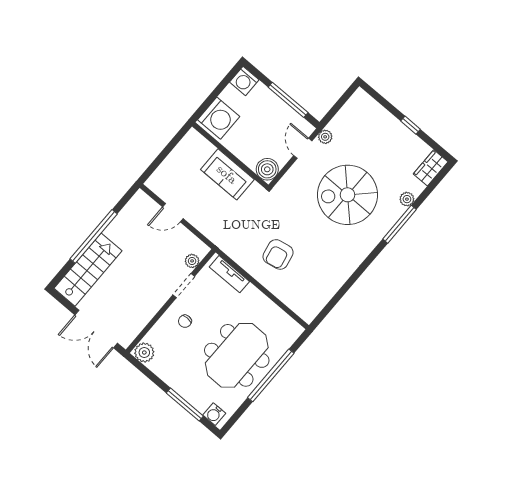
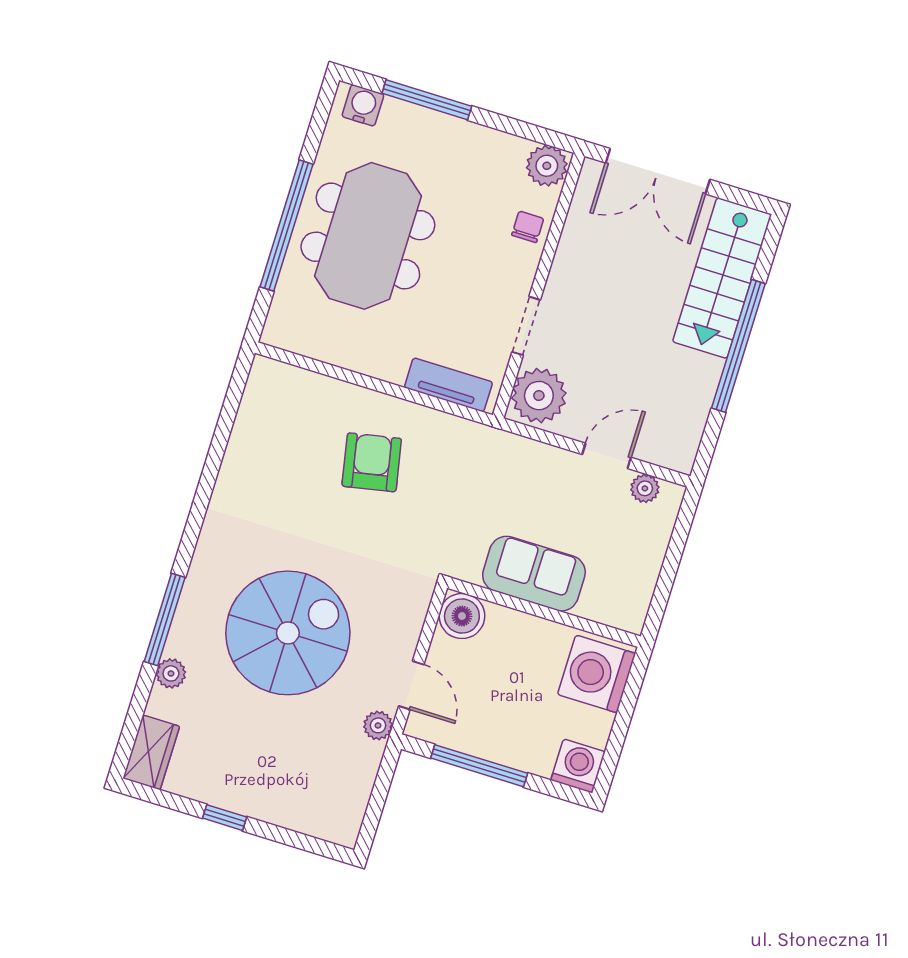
plant: (162, 191) -> (645, 488), added
plant: (192, 261) -> (539, 396), width x1.88, depth x1.88
chair: (185, 321) -> (528, 227), moved
double door: (96, 329) -> (658, 171), swing flipped

